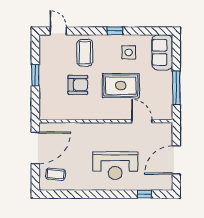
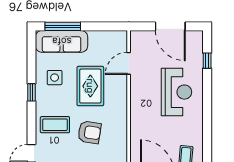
sofa: (162, 52) -> (62, 41), width x1.36
armchair: (78, 85) -> (89, 132), turned 99
window: (176, 88) -> (63, 26), moved

